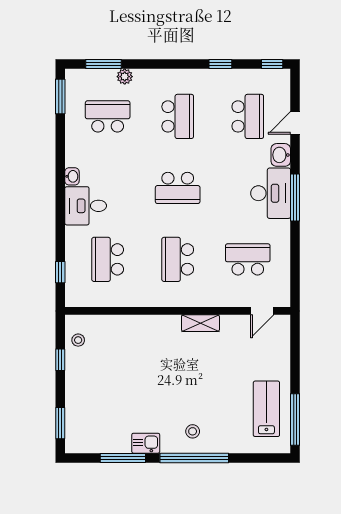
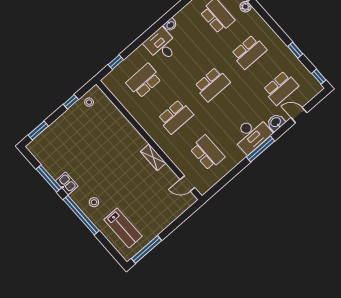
school desk: (178, 188) -> (212, 84), turned -90
school desk: (178, 259) -> (176, 117), turned 180
lab bench: (266, 409) -> (123, 228), moved, turned 90

